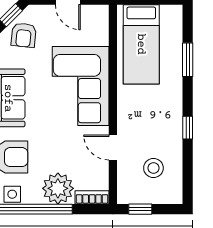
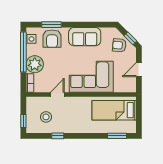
window: (188, 60) -> (117, 136), moved
window: (188, 128) -> (58, 136), moved
window: (140, 209) -> (23, 121), moved

